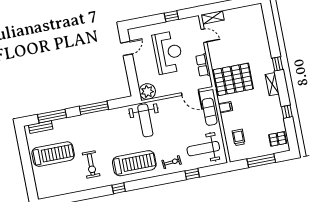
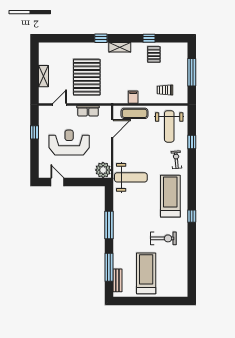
shelving: (213, 17) -> (43, 76), moved
pallet: (233, 79) -> (87, 77), moved
pallet: (278, 139) -> (154, 54), moved

